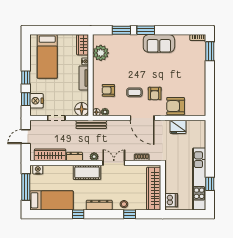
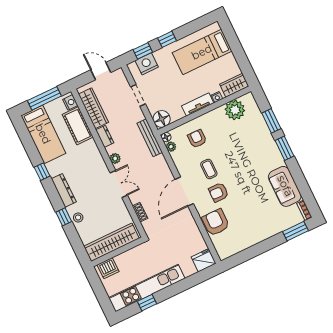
sofa: (159, 43) -> (285, 186), moved
fridge: (178, 127) -> (204, 260), moved, turned 90
cot: (87, 172) -> (78, 126), moved
window: (130, 214) -> (64, 217), moved

